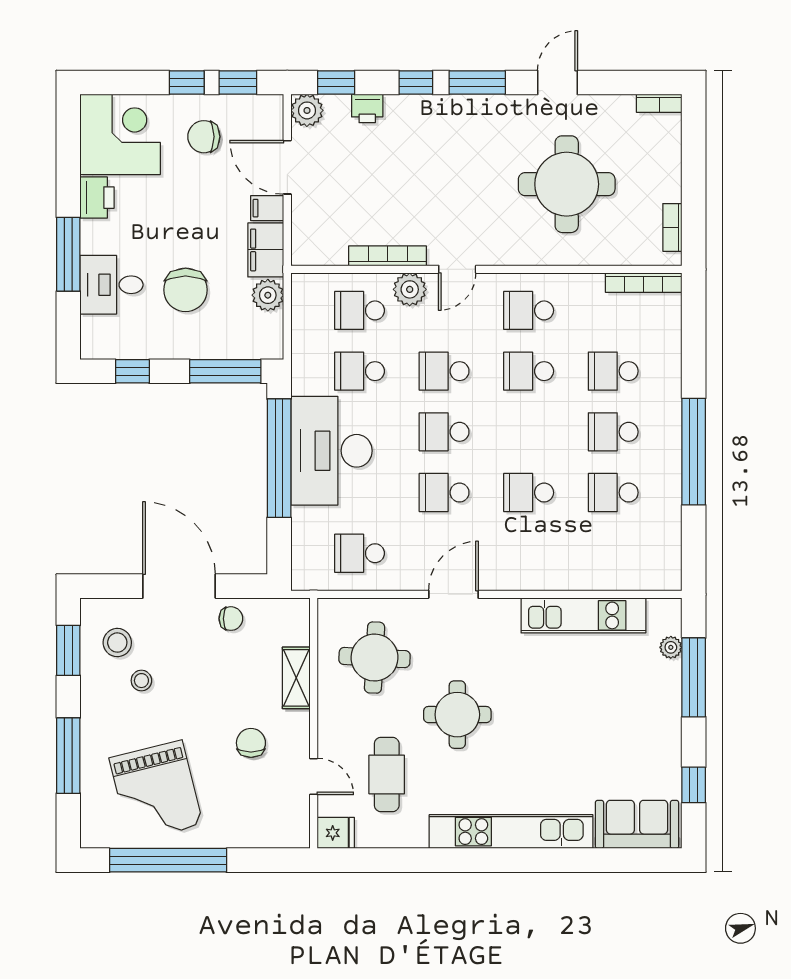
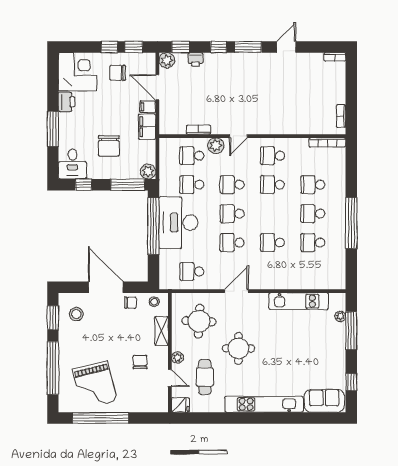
round table: (567, 184) -> (291, 95), removed
bookcase: (388, 256) -> (198, 130), width x0.64
desk: (112, 285) -> (72, 164), moved, turned -90
plant: (268, 295) -> (148, 171), moved
stool: (141, 681) -> (154, 302), moved
plant: (329, 734) -> (177, 358), added
window: (68, 756) -> (53, 368), width x1.46

